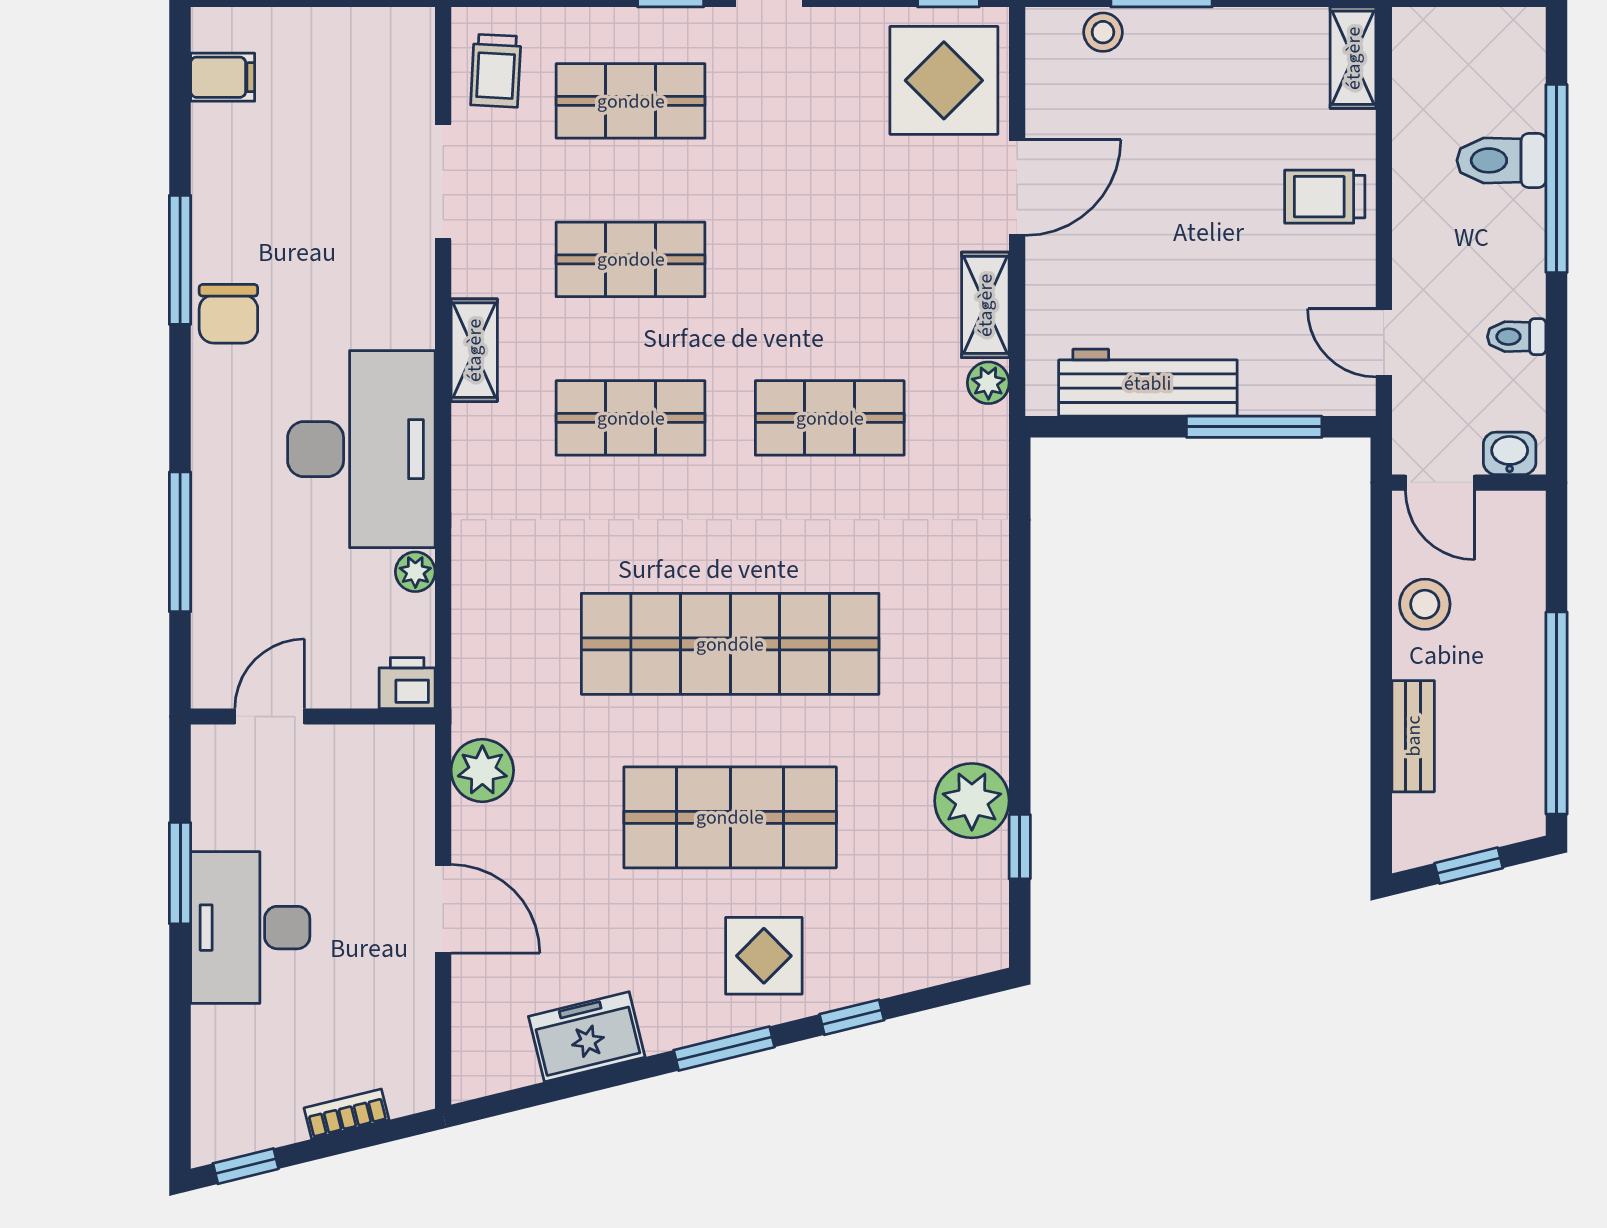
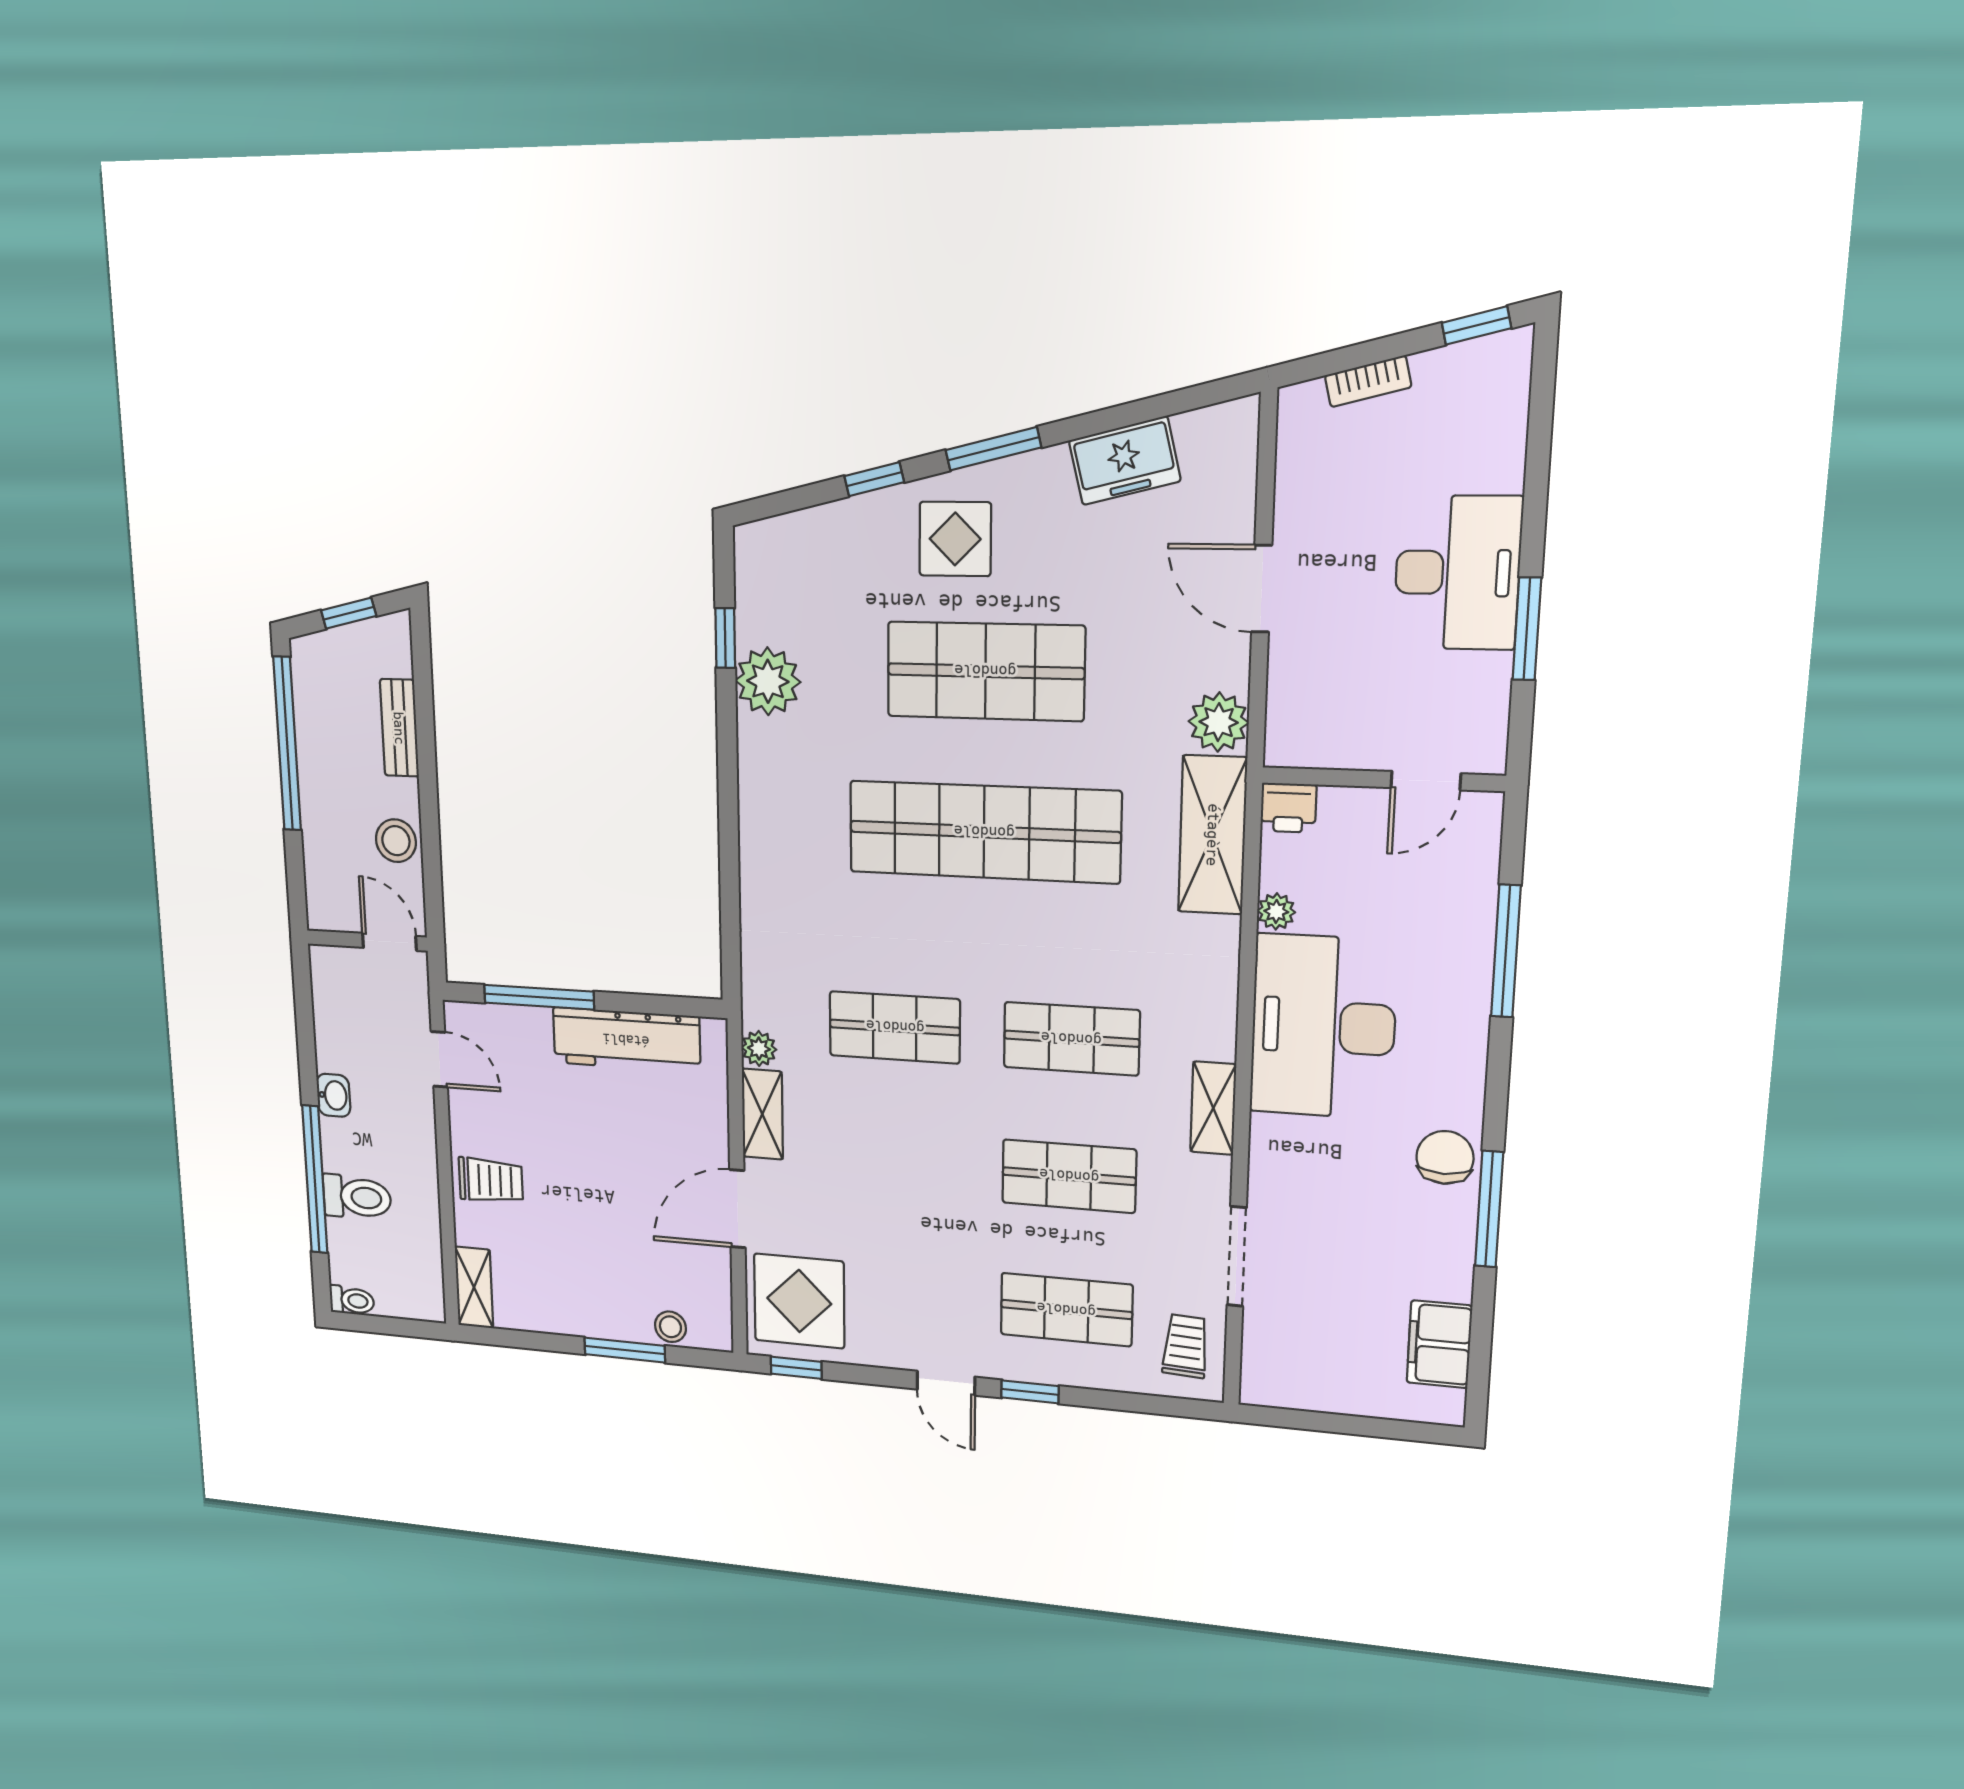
filing cabinet: (223, 77) -> (1439, 1344), width x2.00
toilet: (1517, 337) -> (352, 1300), moved
washbasin: (1510, 453) -> (333, 1095), moved, turned -90
shelving: (485, 651) -> (1213, 835), added

